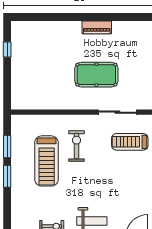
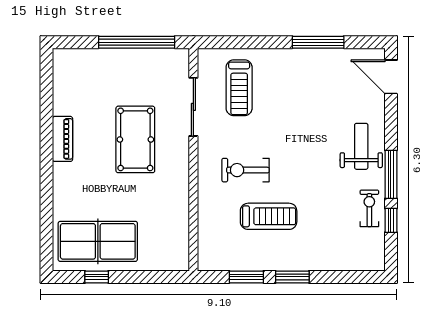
table tennis table: (30, 50) -> (98, 241), added
treadmill: (47, 161) -> (269, 216), width x0.73, depth x0.73

